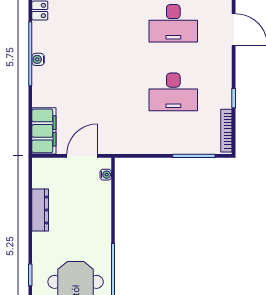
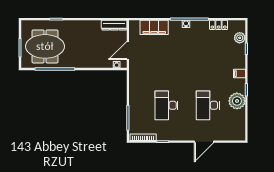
filing cabinet: (44, 131) -> (154, 27), moved
door: (82, 156) -> (128, 50), swing flipped
dresser: (40, 210) -> (114, 25), moved

